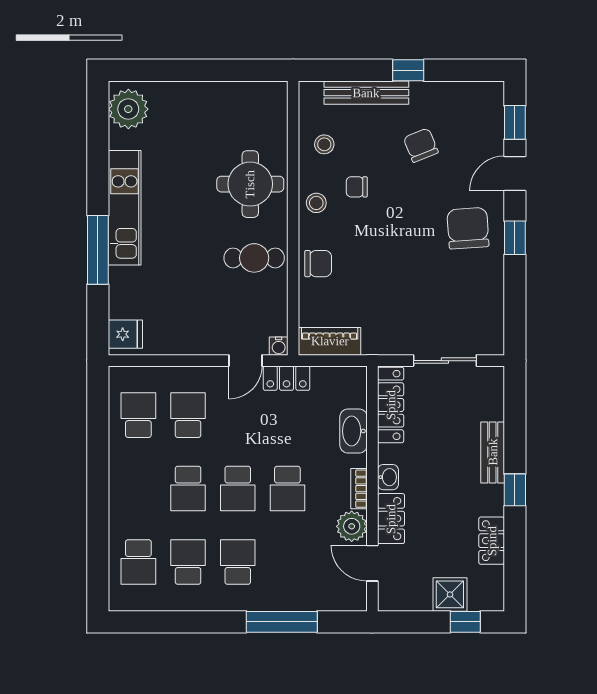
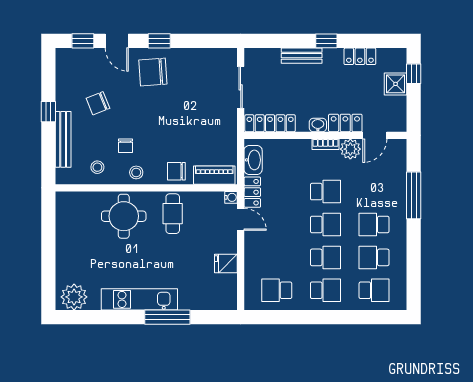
chair: (318, 264) -> (176, 171), turned -90
fridge: (125, 334) -> (226, 263), moved, turned -90
piano: (330, 341) -> (214, 175), moved, turned 90
school desk: (188, 415) -> (325, 290), moved, turned 180
washbasin: (354, 431) -> (253, 160), moved, turned -90

